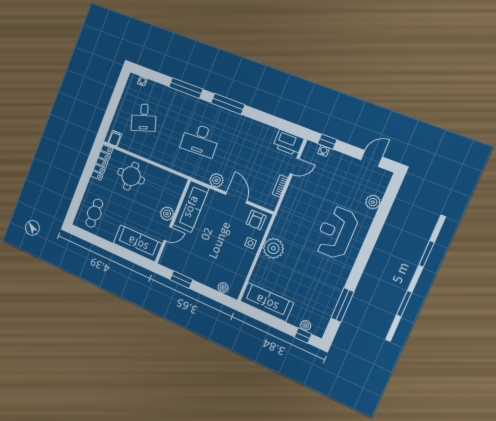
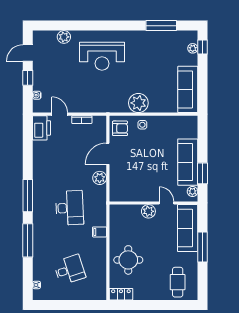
filing cabinet: (115, 138) -> (100, 232), moved
window: (327, 142) -> (28, 78), moved
door: (372, 158) -> (28, 53), hinge flipped
locker: (102, 162) -> (121, 294), width x0.66
sofa: (191, 206) -> (188, 162), moved, turned -90
cafe table: (94, 213) -> (178, 282), turned 90
window: (116, 249) -> (202, 247), added
plant: (223, 288) -> (192, 191), moved

